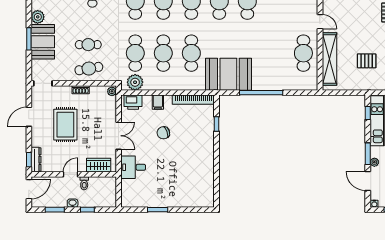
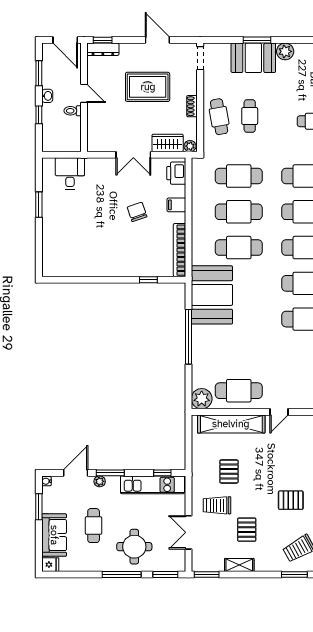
plant: (135, 82) -> (202, 399), moved
wardrobe: (99, 165) -> (168, 143), moved, turned -90
desk: (133, 167) -> (70, 173), moved

